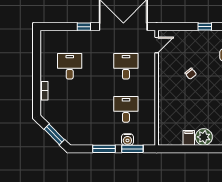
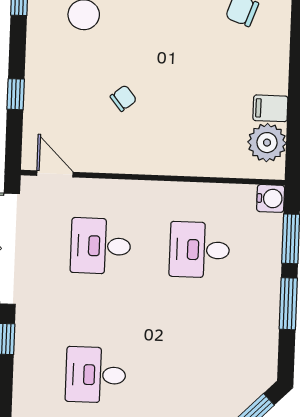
window: (205, 27) -> (16, 94), moved
plant: (204, 137) -> (267, 143), moved
water cooler: (127, 139) -> (271, 198), moved

